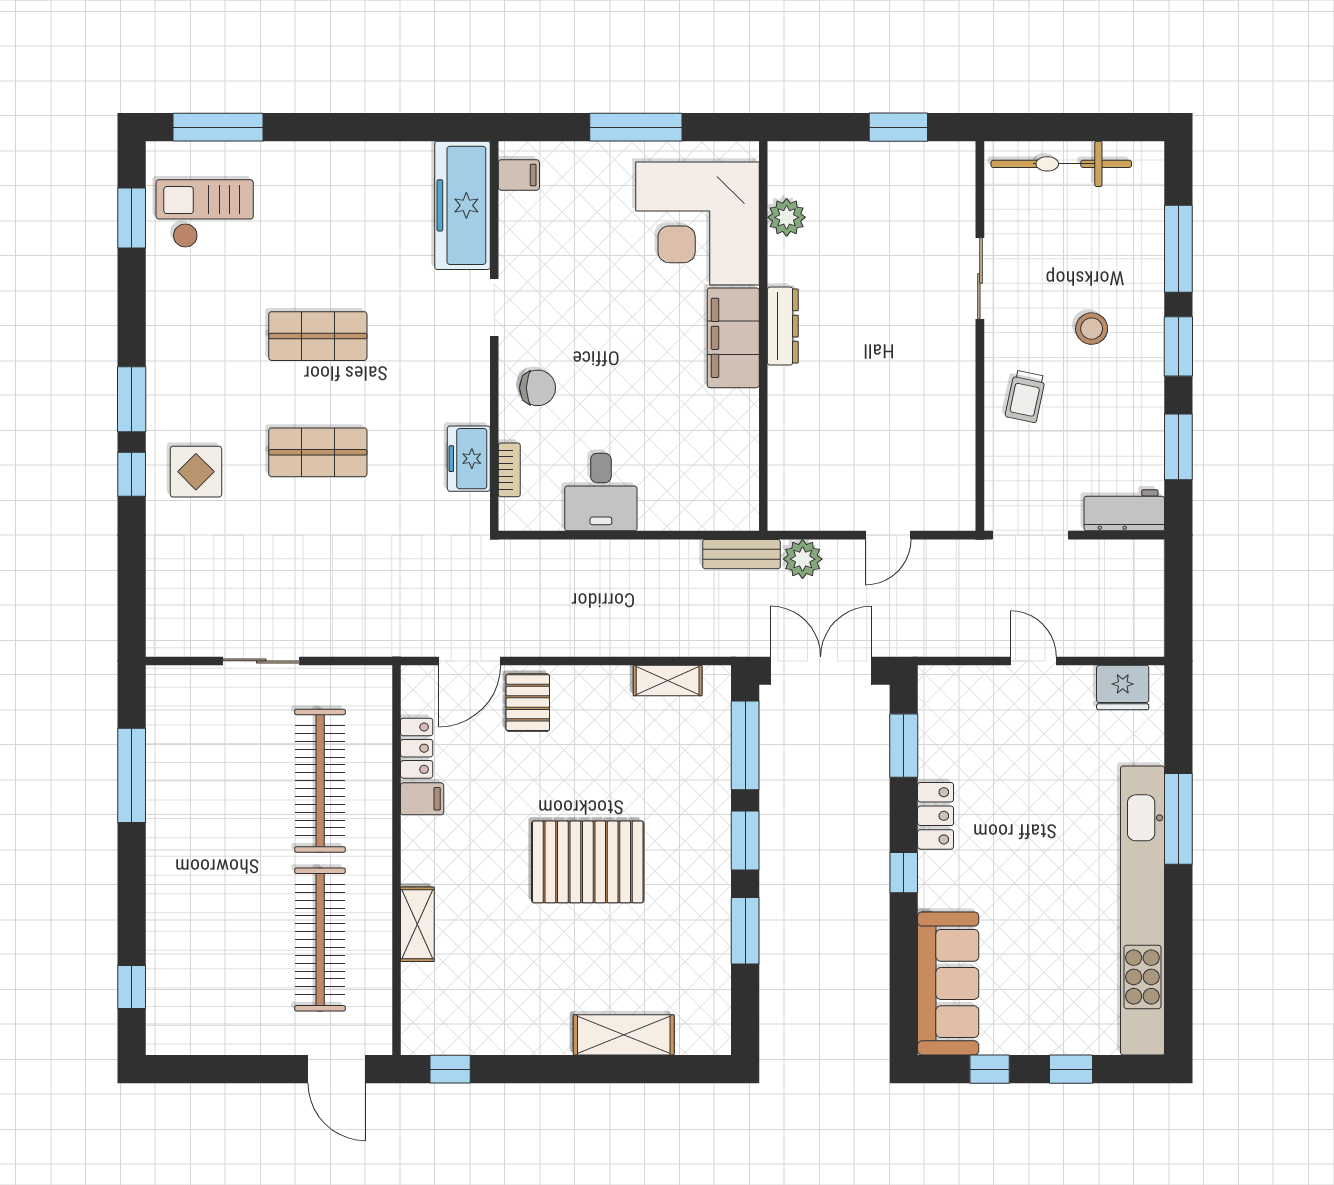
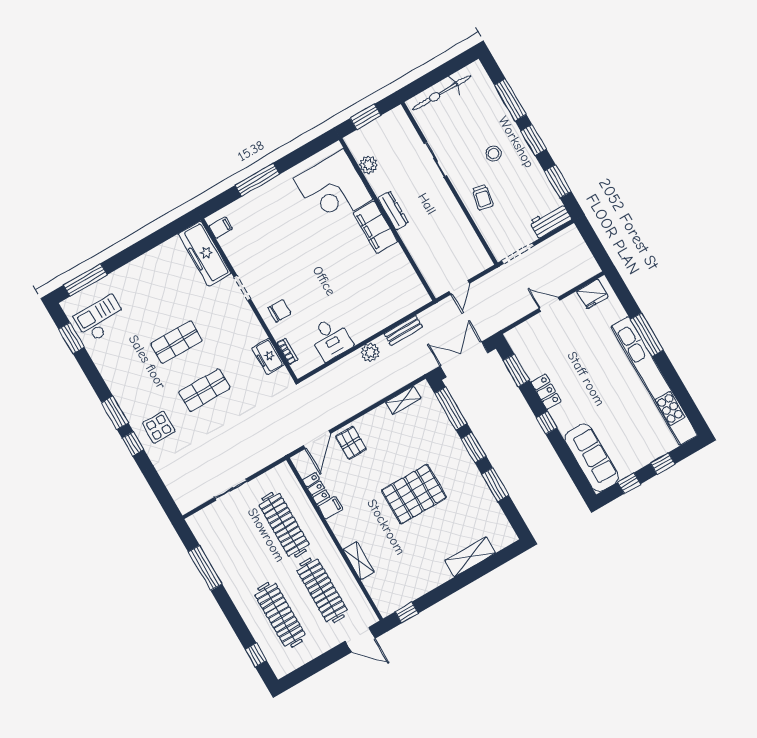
plant: (787, 217) -> (369, 165), moved
corner desk: (697, 223) -> (333, 189), moved
dresser: (783, 326) -> (393, 211), moved
wall: (763, 336) -> (387, 219), moved
filing cabinet: (733, 338) -> (375, 227), moved
plant: (803, 559) -> (370, 352), moved
clothes rail: (218, 940) -> (280, 615), added

